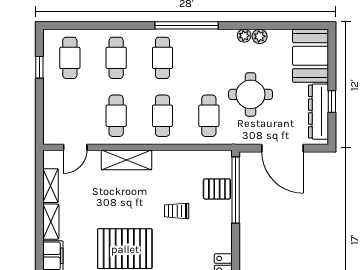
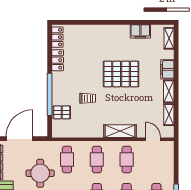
door: (75, 147) -> (153, 139), hinge flipped
door: (283, 148) -> (20, 139), hinge flipped
window: (236, 190) -> (50, 94), moved

